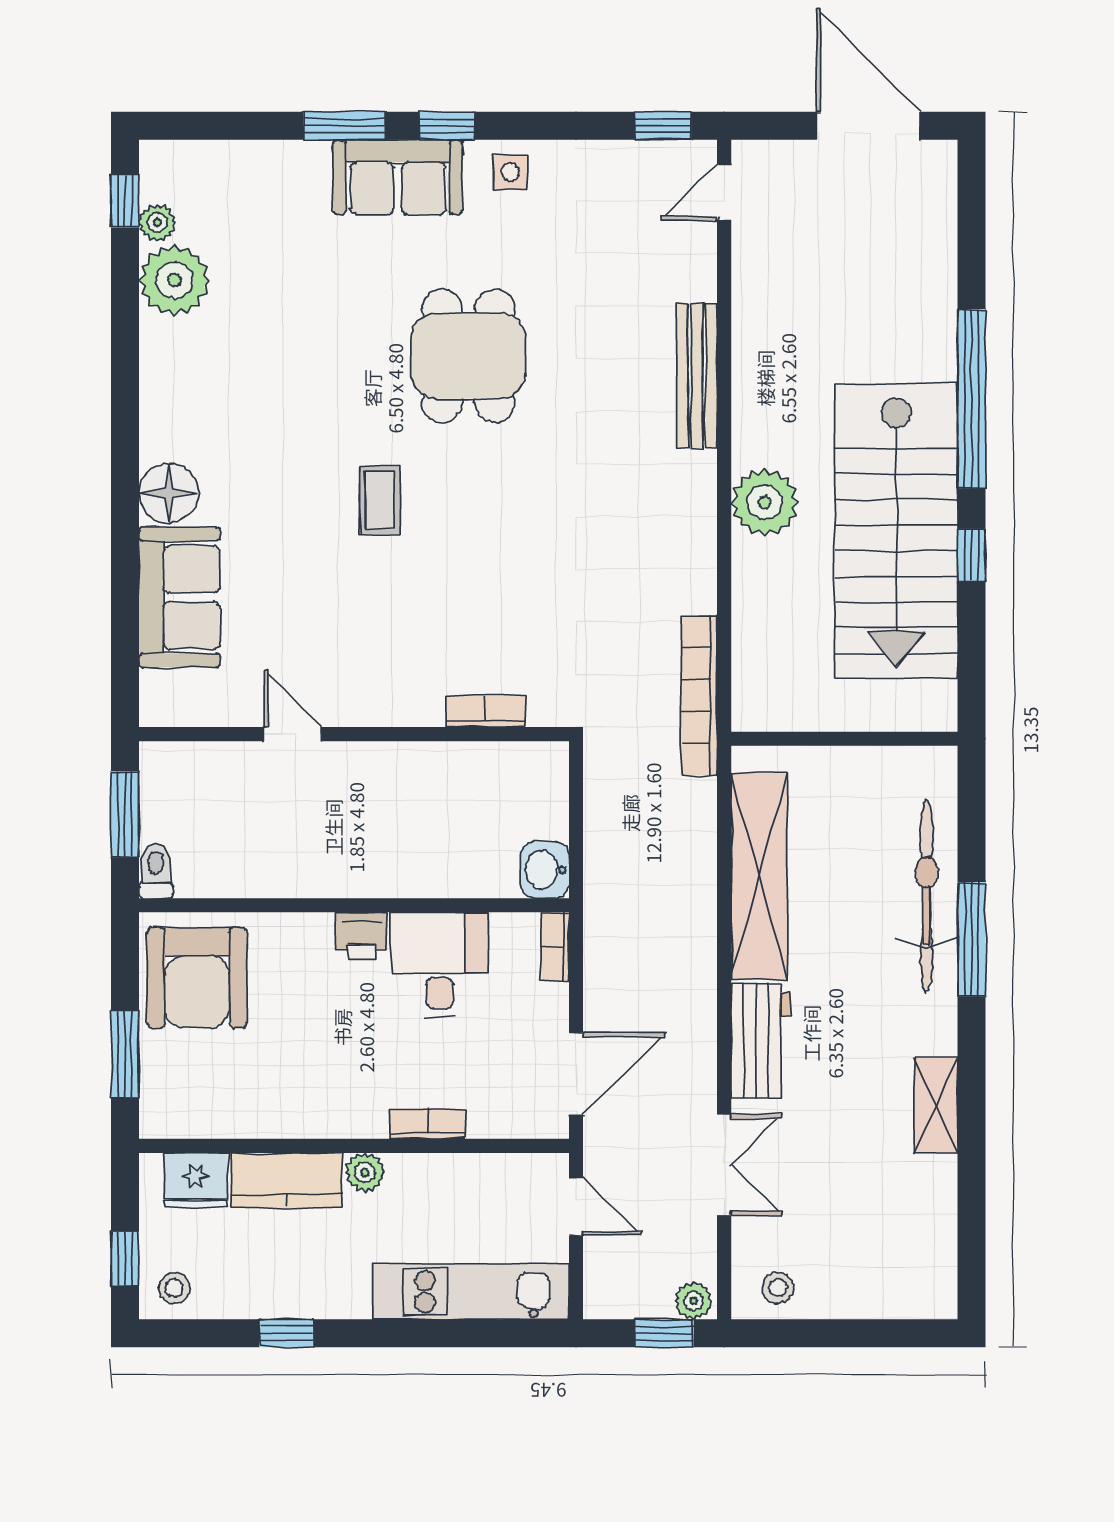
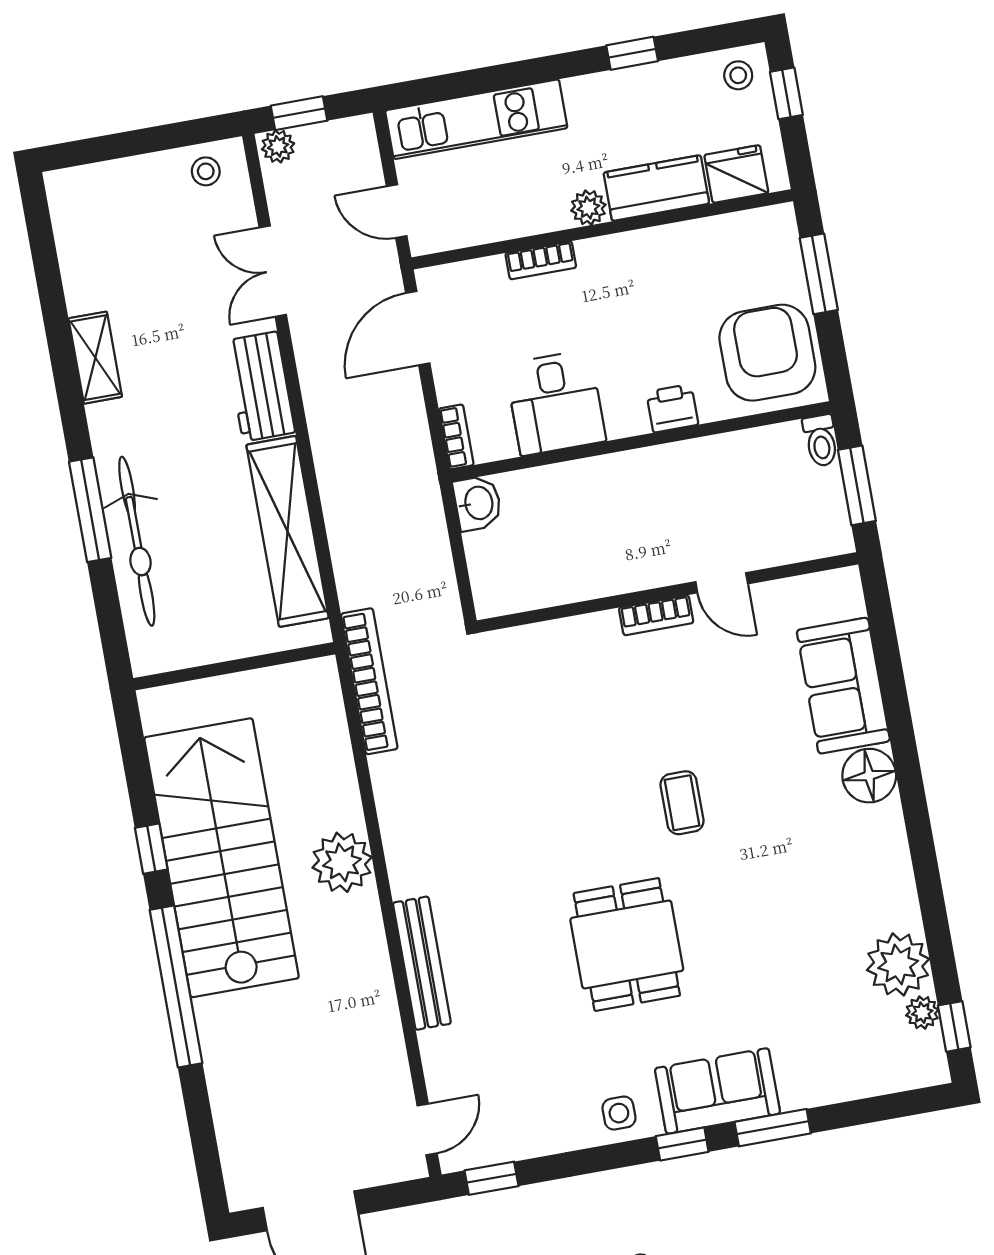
bookcase: (486, 711) -> (656, 615), moved
printer: (362, 936) -> (672, 408), moved

